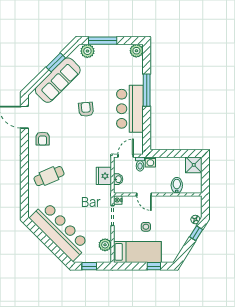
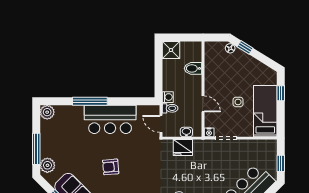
door: (144, 194) -> (203, 104), hinge flipped
plant: (105, 245) -> (258, 146), removed

